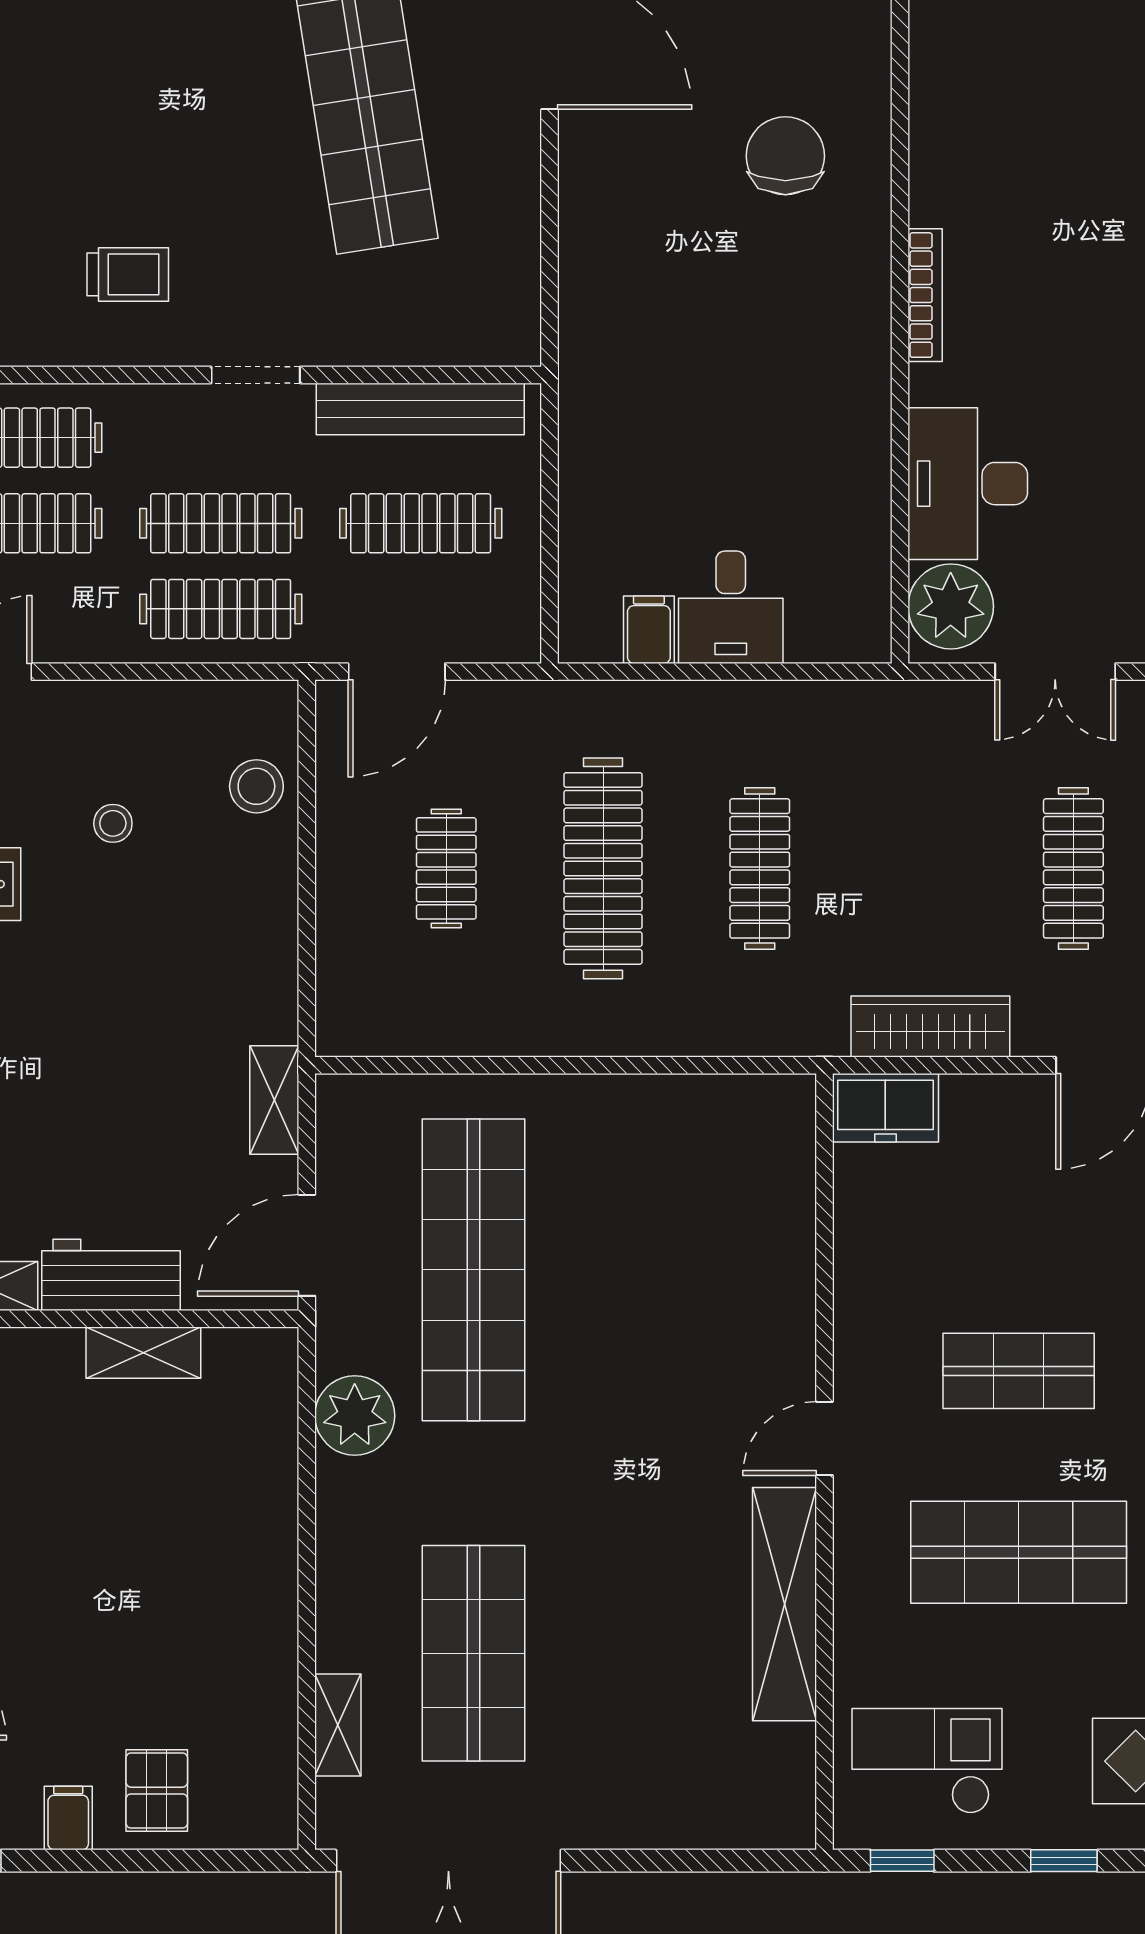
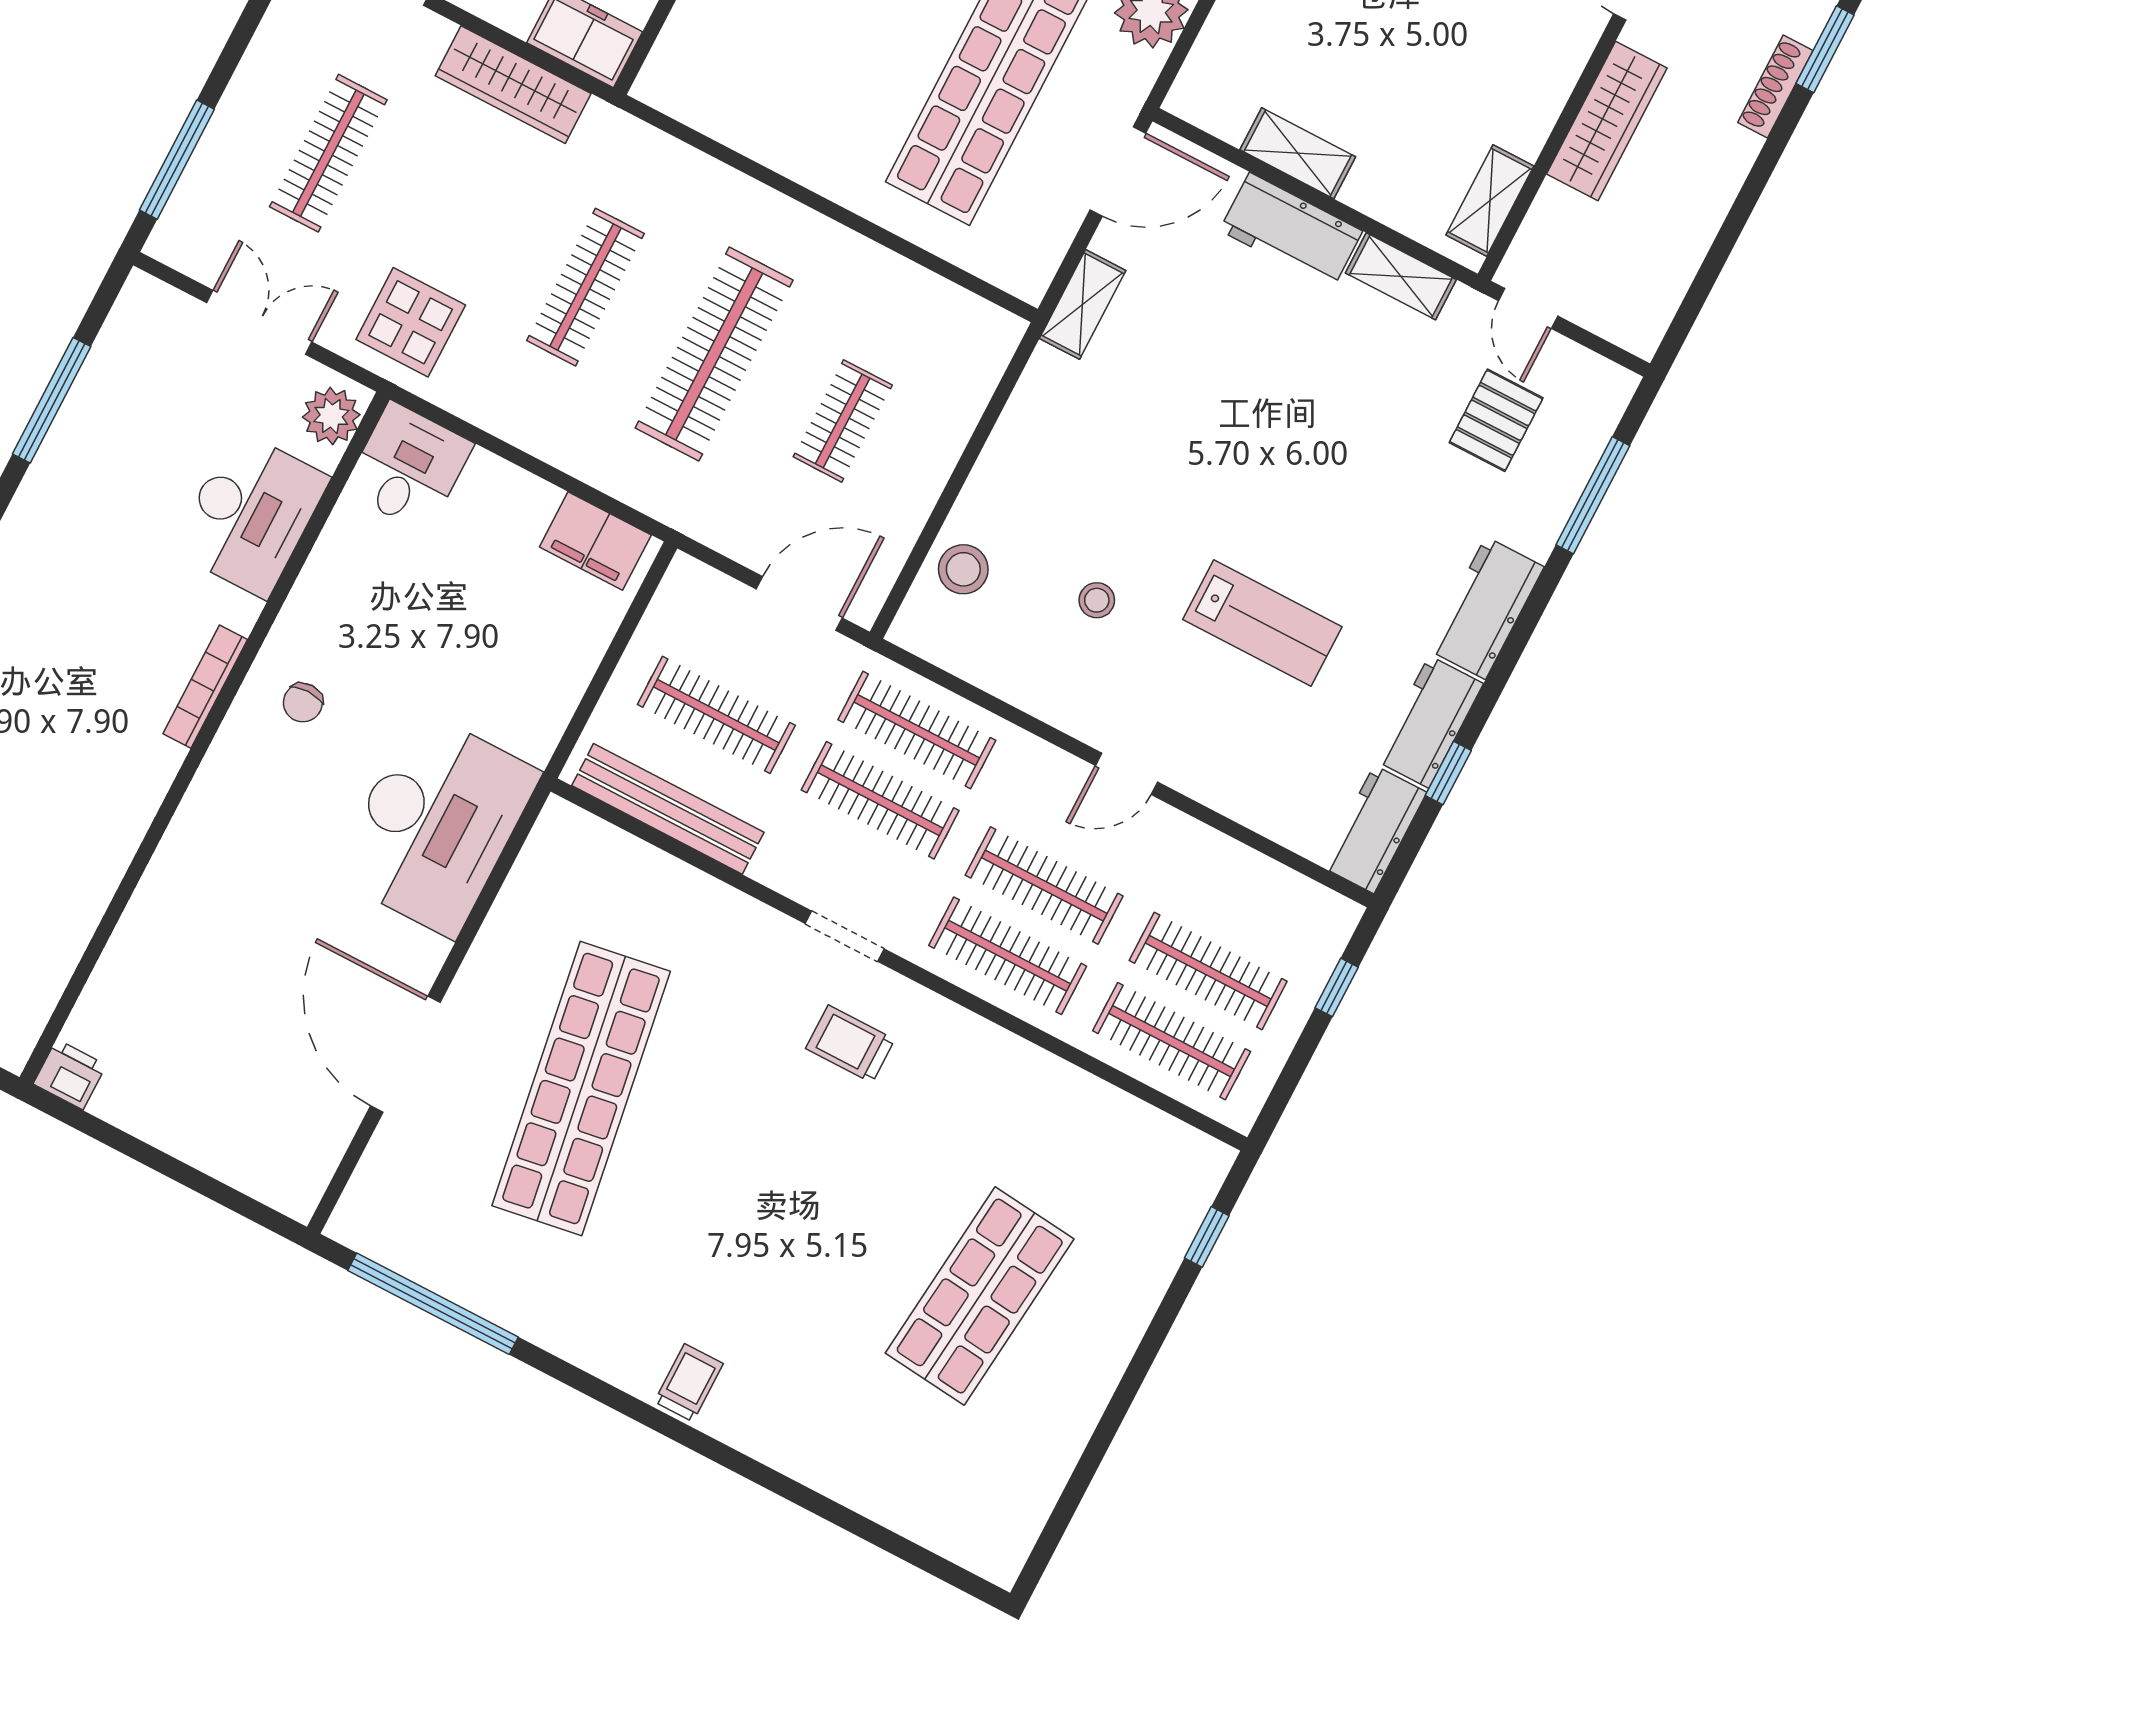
chair: (785, 156) -> (303, 703), moved, width x0.54, depth x0.54
desk: (635, 279) -> (436, 824), added
doorway: (256, 375) -> (845, 936), moved
plant: (951, 606) -> (331, 416), width x0.73, depth x0.73
desk: (731, 607) -> (408, 467), moved
filing cabinet: (649, 630) -> (595, 541), width x2.00
display table: (910, 747) -> (411, 322), added

